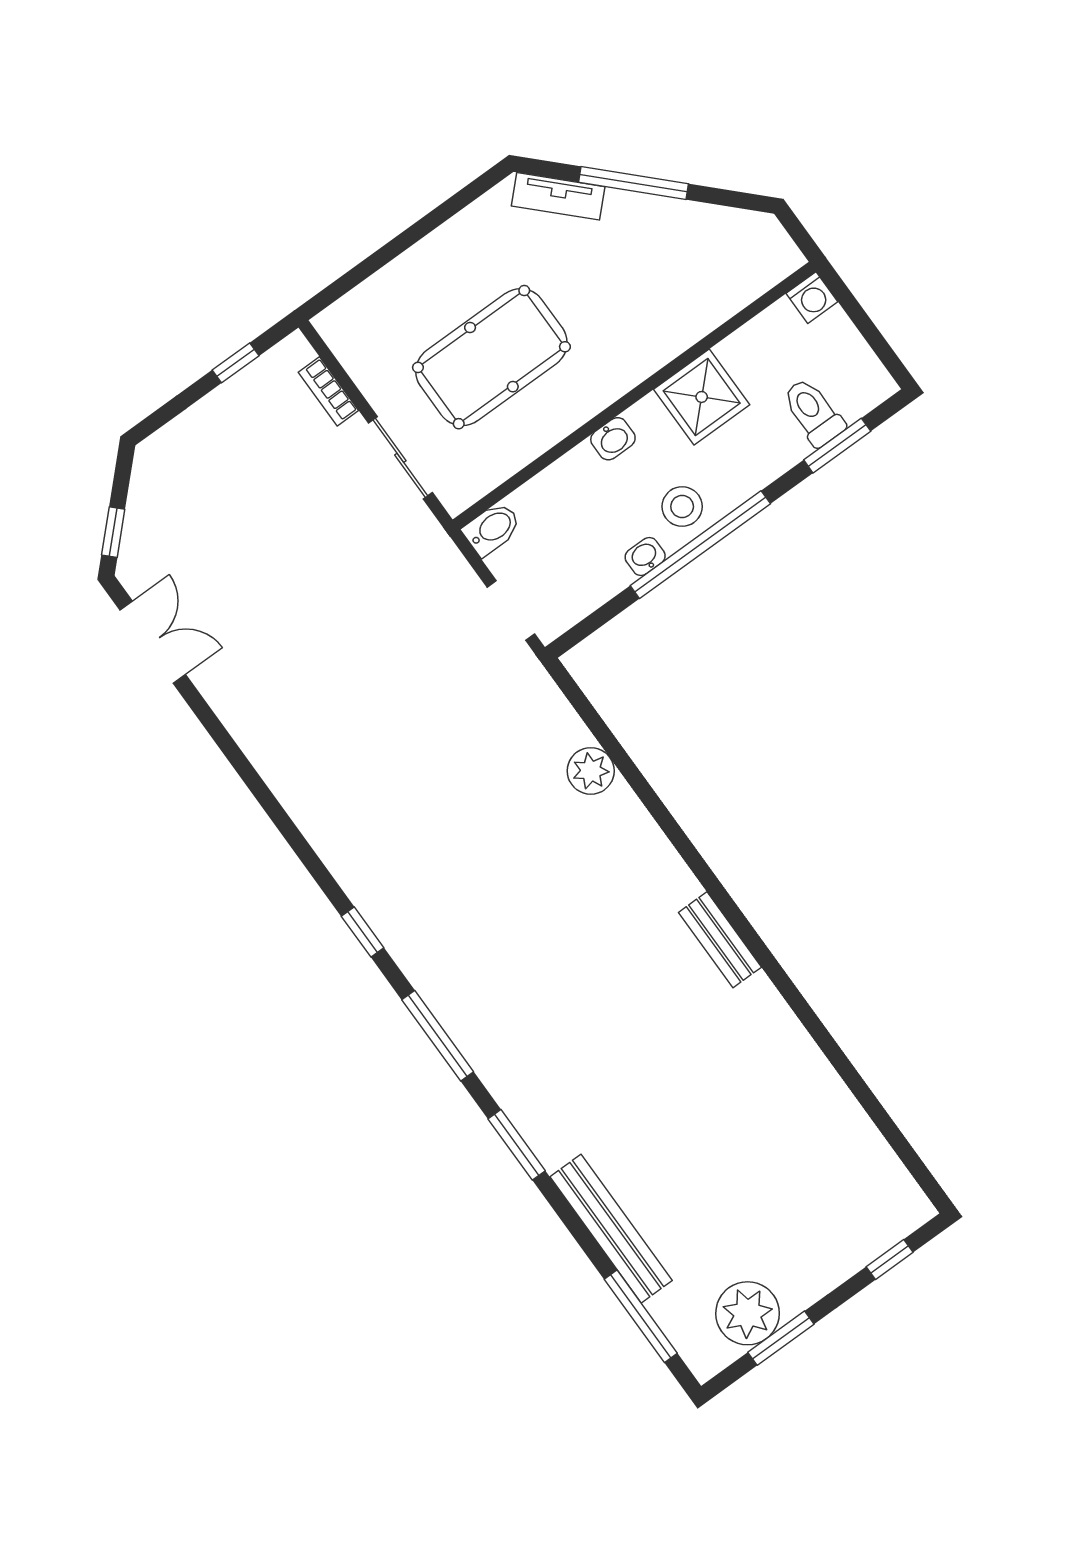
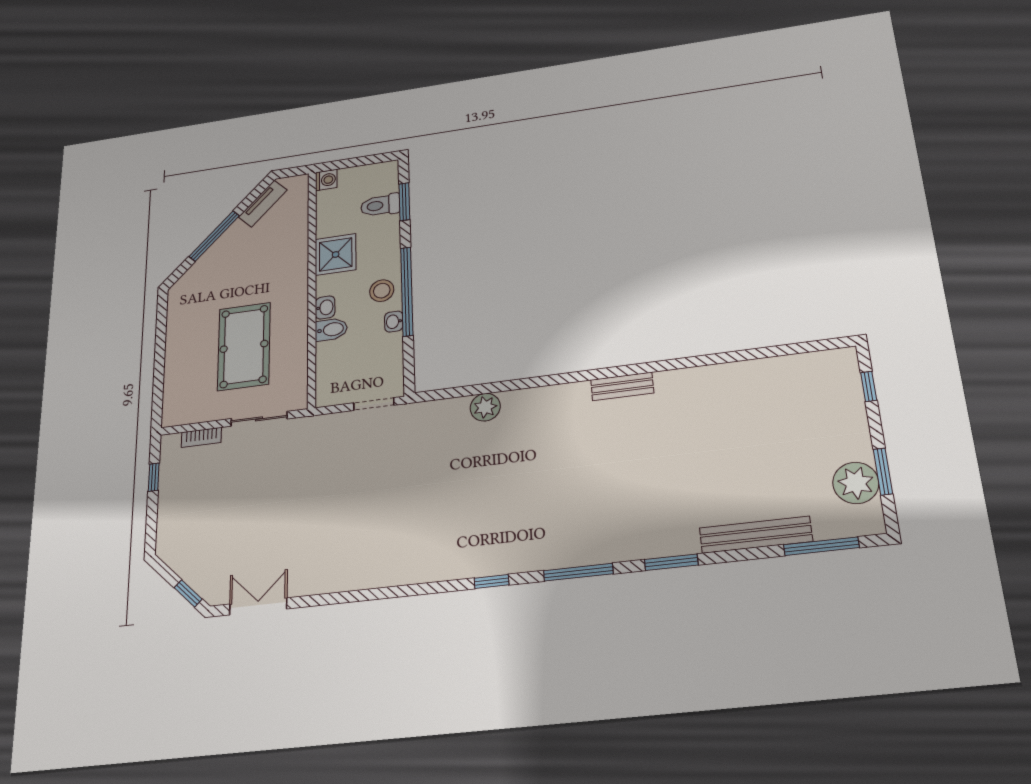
tv unit: (558, 196) -> (263, 204), moved
bidet: (492, 529) -> (331, 330), moved, turned 90

